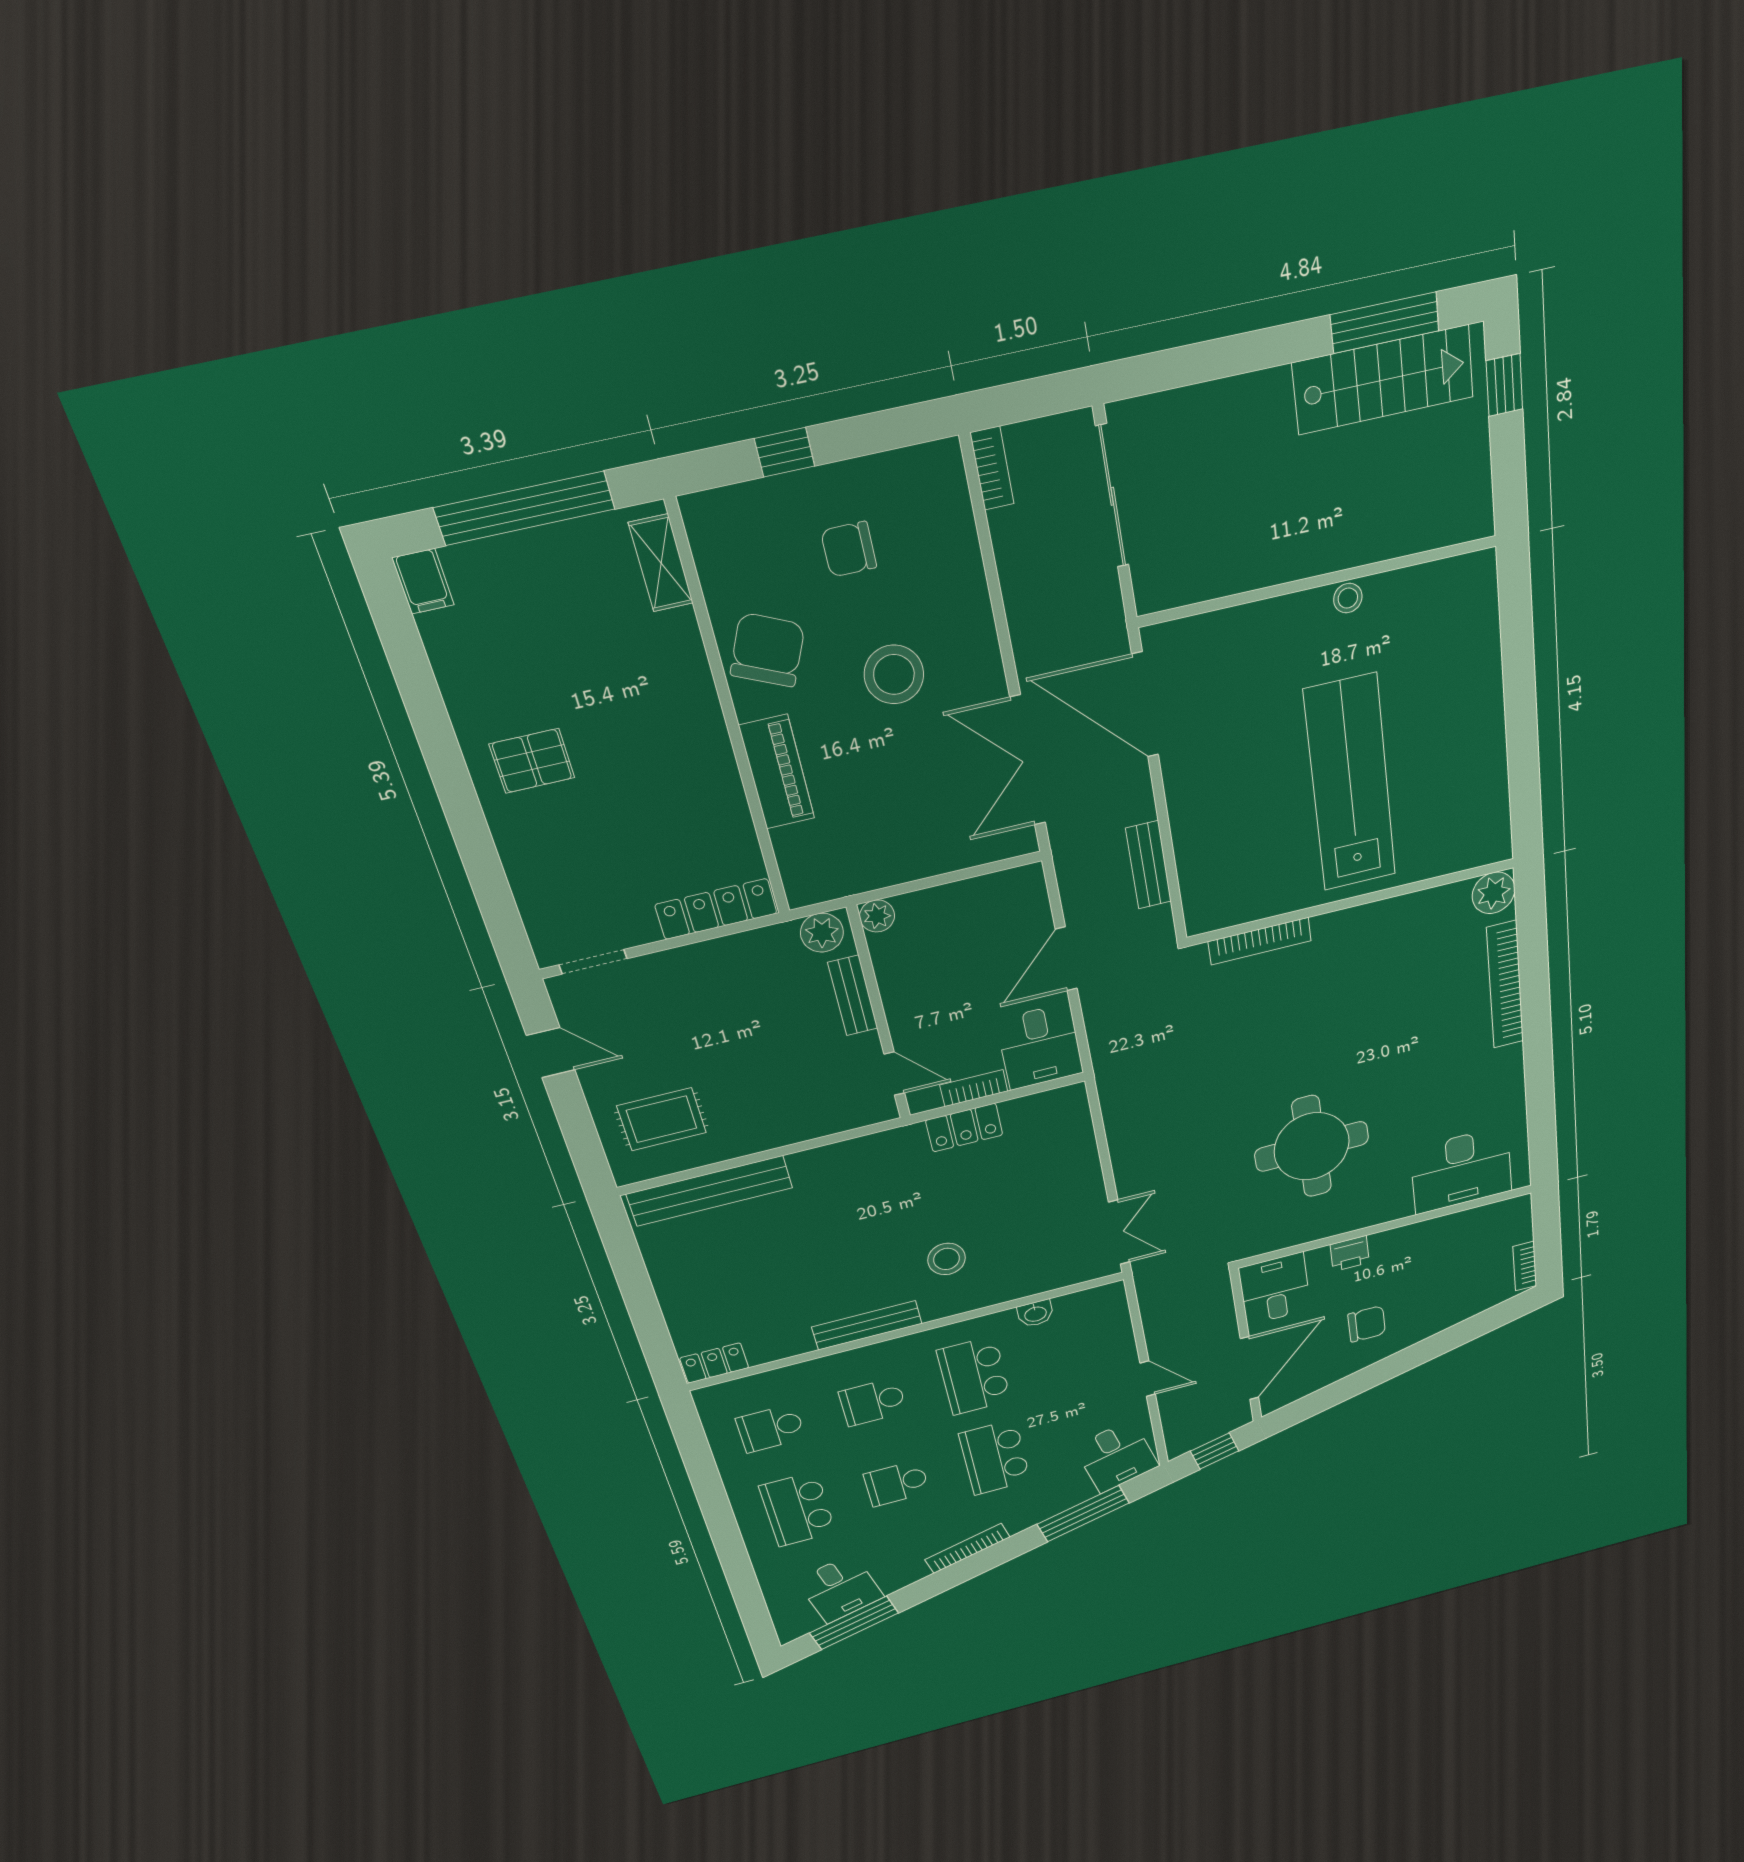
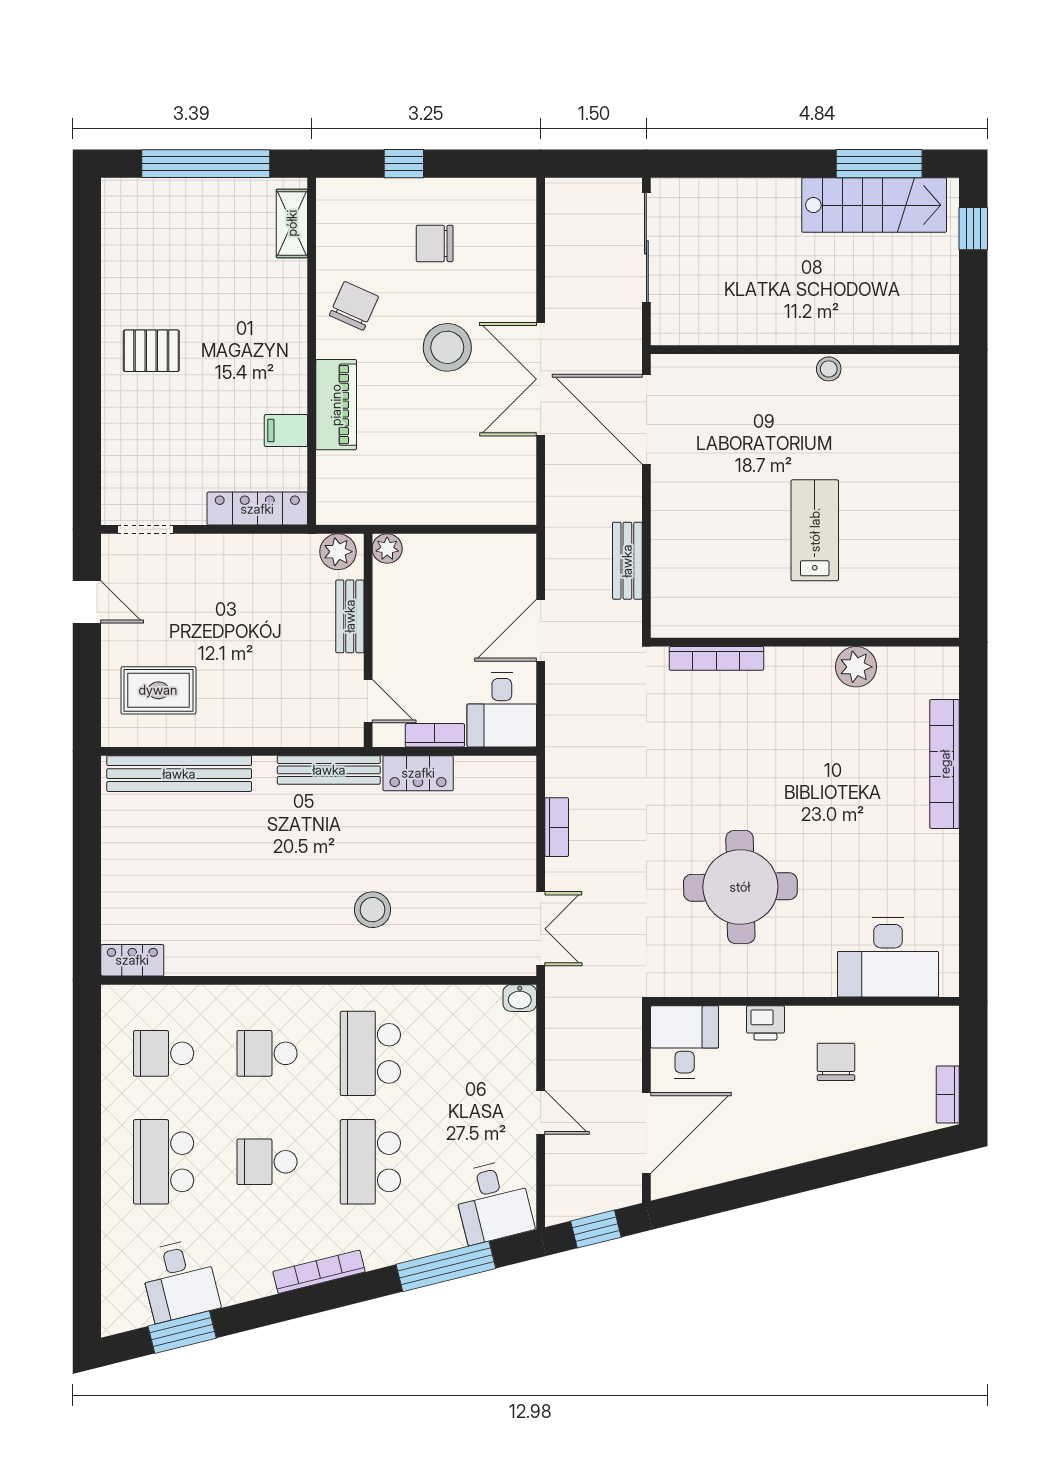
bookcase: (992, 468) -> (557, 827), moved
filing cabinet: (423, 581) -> (286, 431), moved, turned 90
chair: (767, 650) -> (354, 306), width x0.73, depth x0.73
double door: (1028, 761) -> (541, 379), moved
lab bench: (1350, 784) -> (815, 530), width x0.54, depth x0.72
plant: (1494, 893) -> (856, 667), moved
washbasin: (1035, 1314) -> (520, 998), moved
chair: (1367, 1324) -> (836, 1062), moved, turned -90
bench: (867, 1325) -> (329, 770), moved
window: (854, 1623) -> (182, 1332), width x0.69

